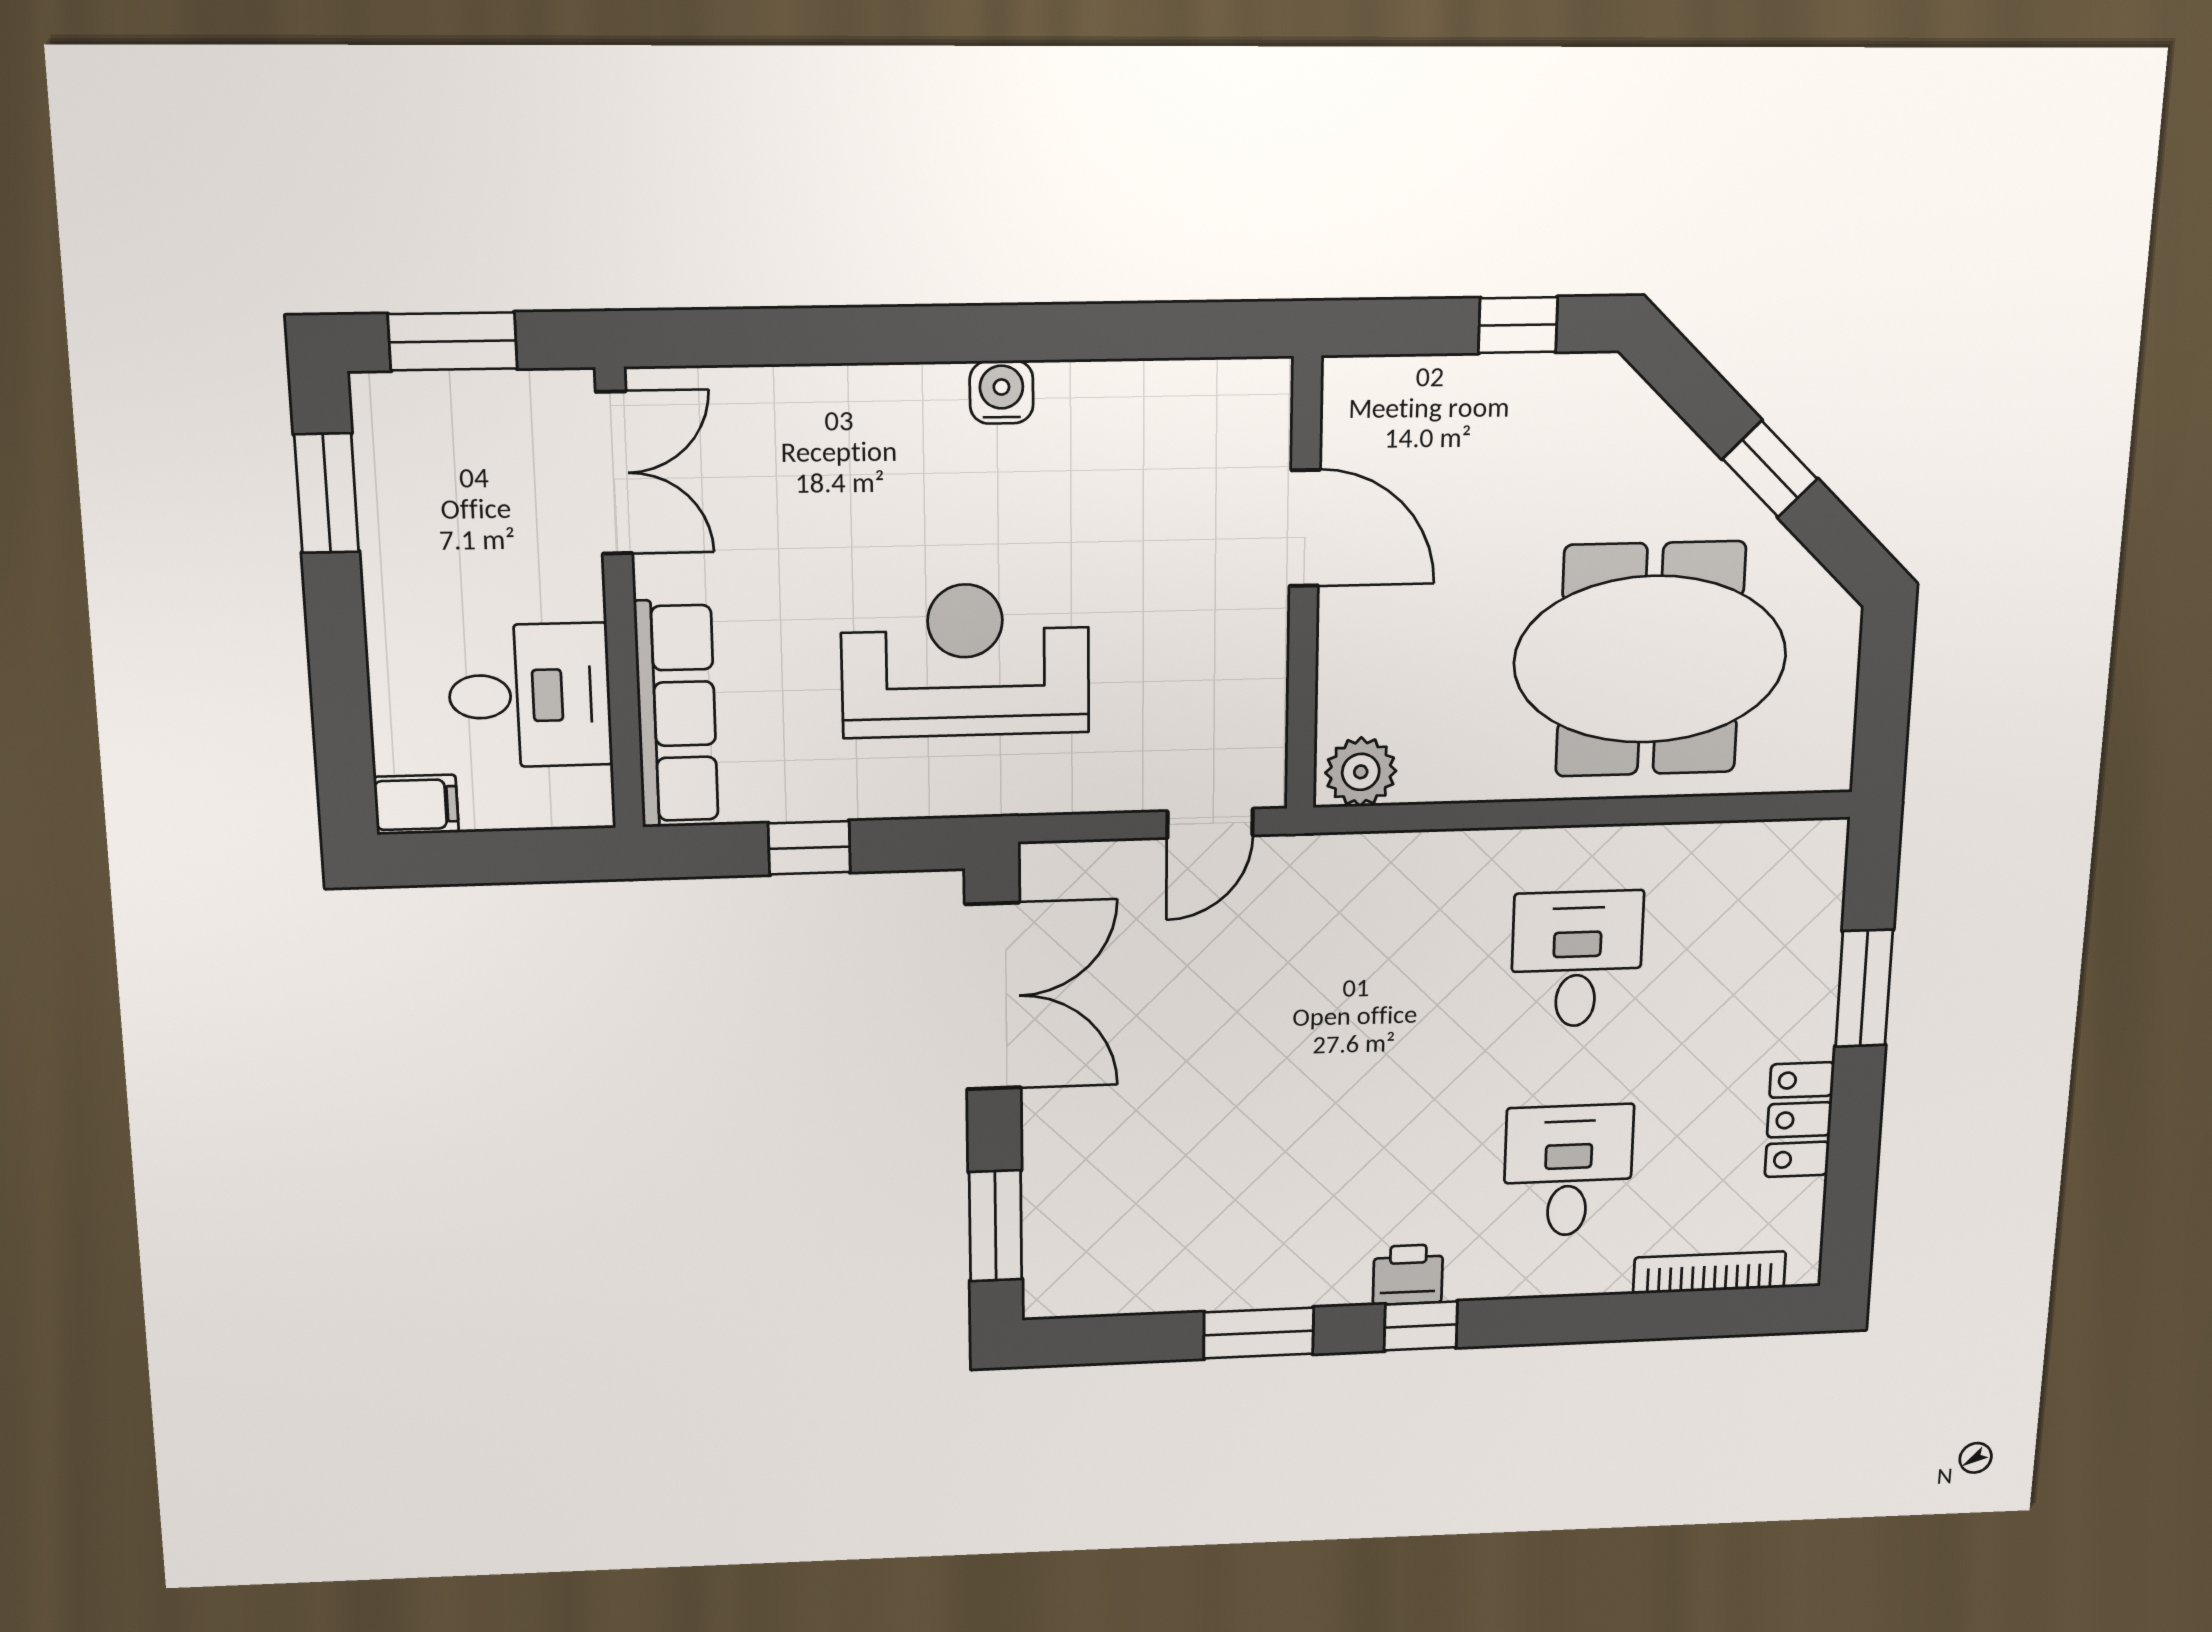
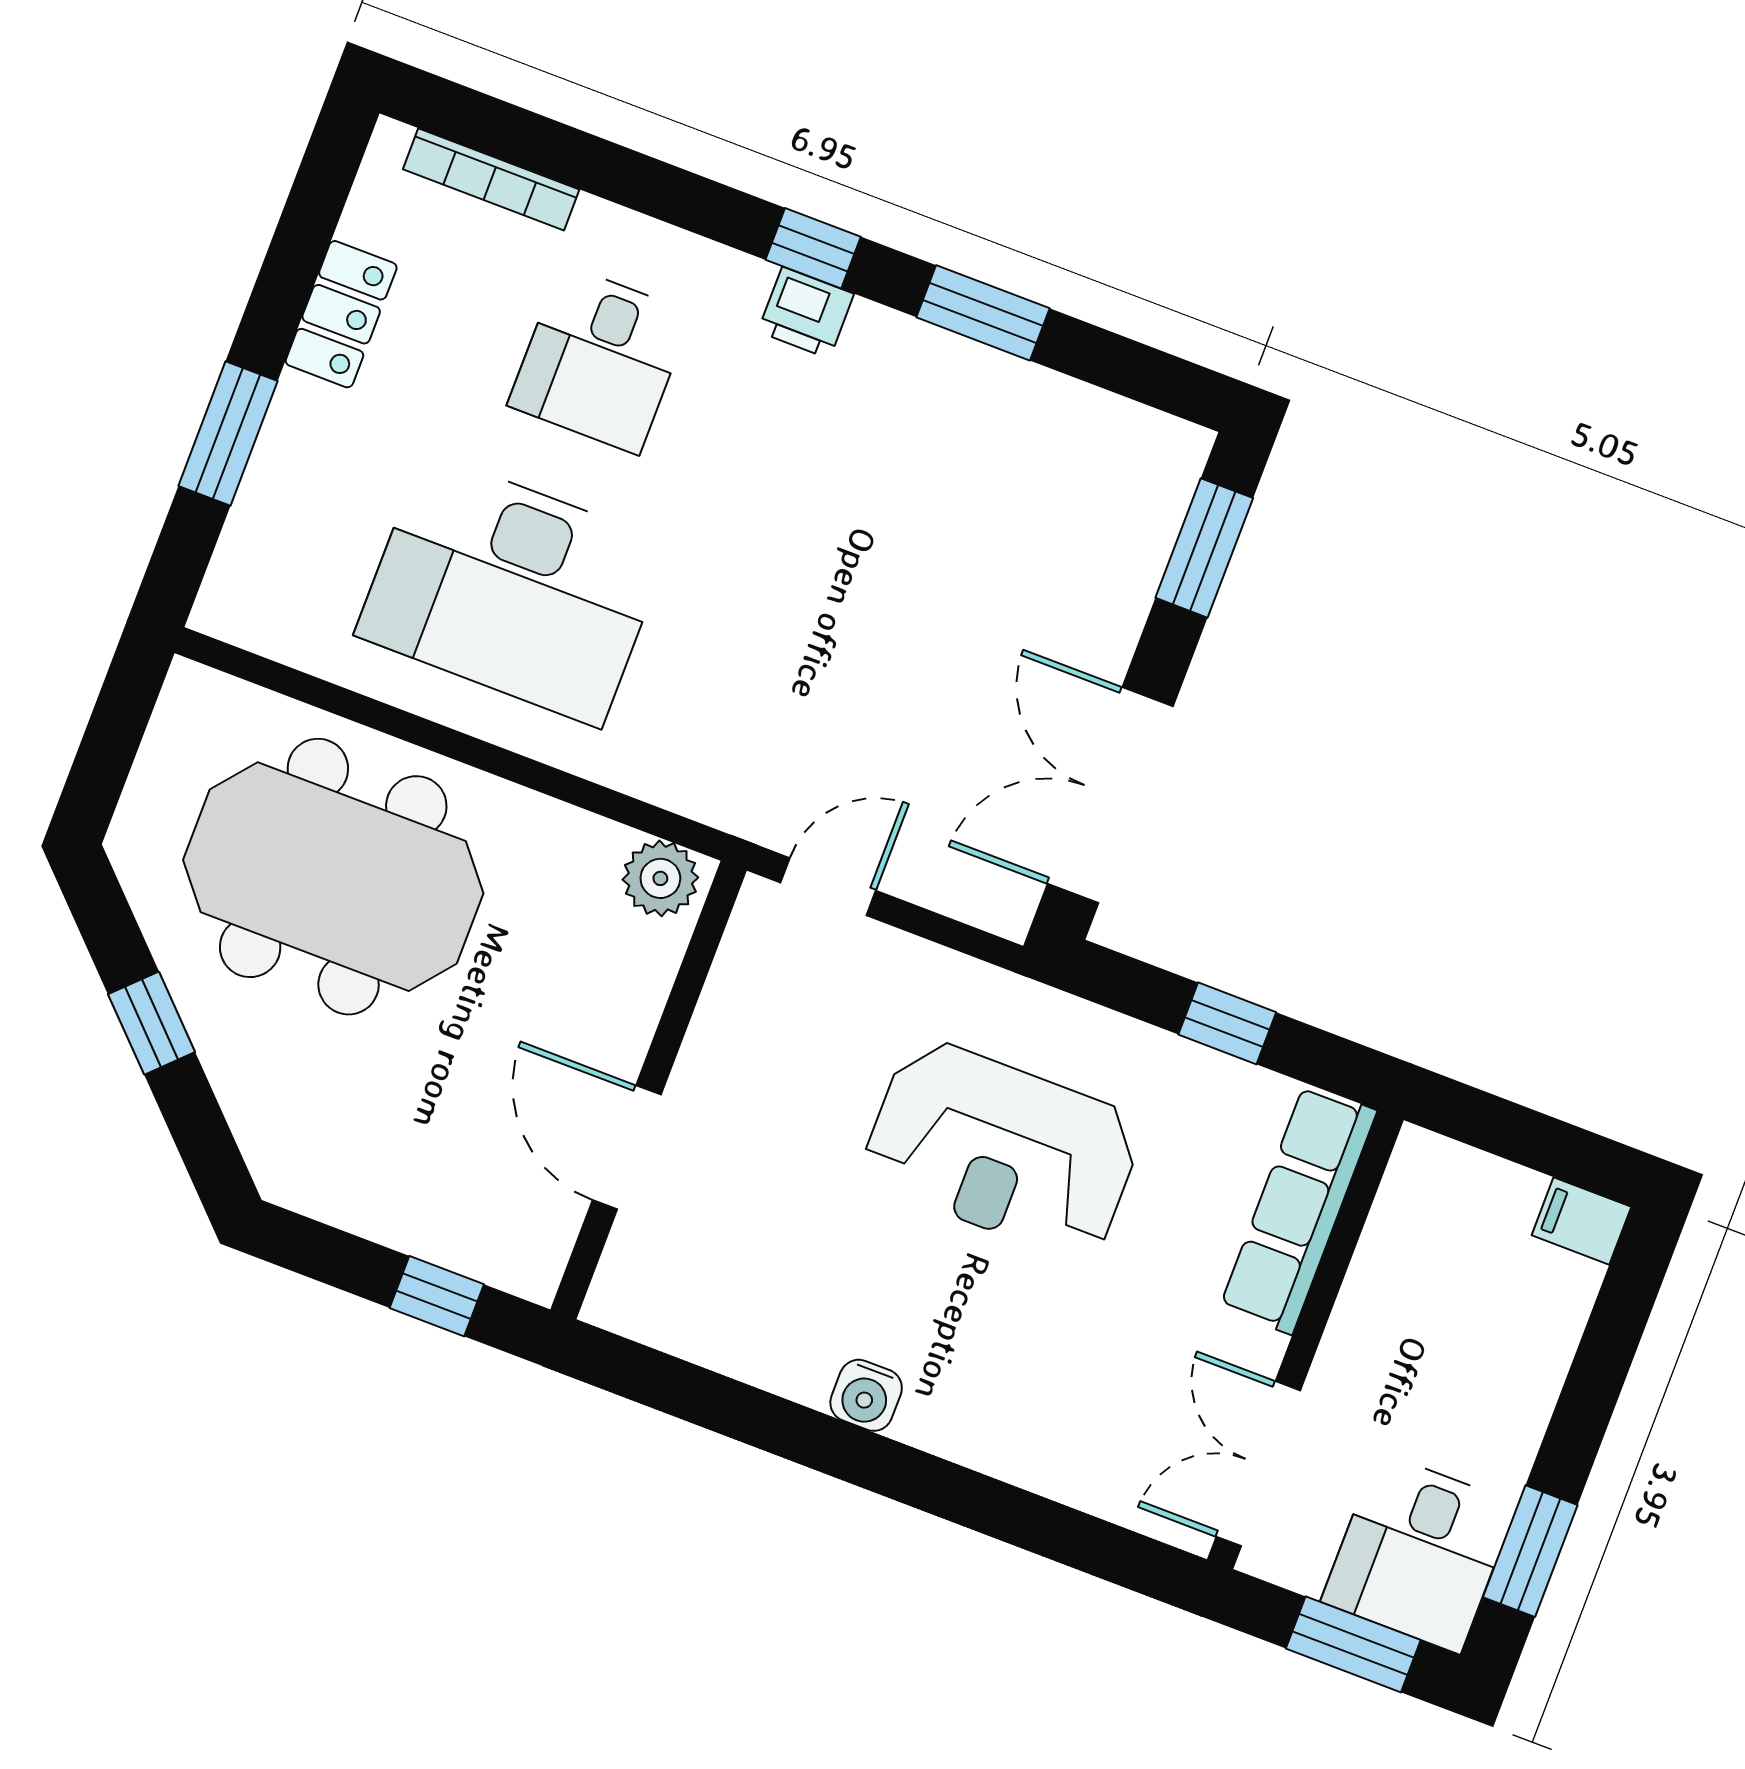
window: (1518, 325) -> (437, 1296), moved
desk: (530, 696) -> (1419, 1553), moved, turned -90
desk: (1577, 959) -> (513, 590), width x1.87, depth x1.30

